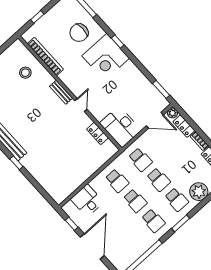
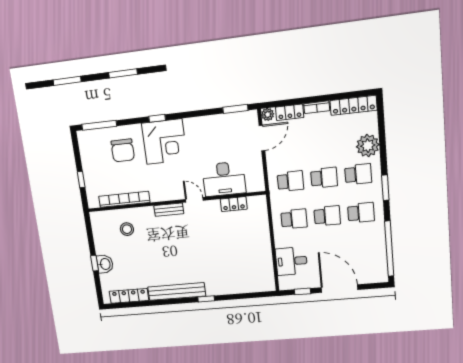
desk: (120, 127) -> (224, 179), moved

